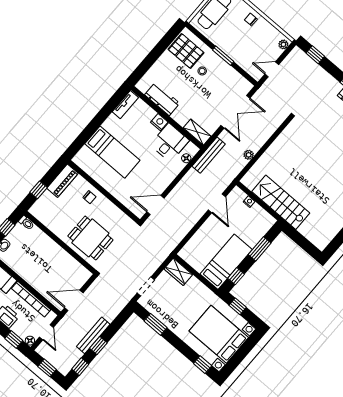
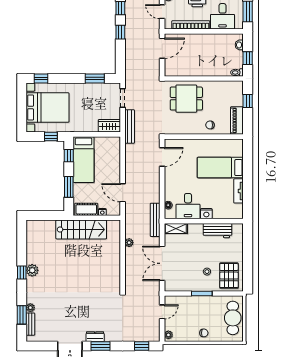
pallet: (186, 51) -> (229, 276), turned 90
tv unit: (125, 105) -> (239, 191), moved
cot: (261, 216) -> (86, 209), added
bench: (93, 335) -> (130, 127), moved

